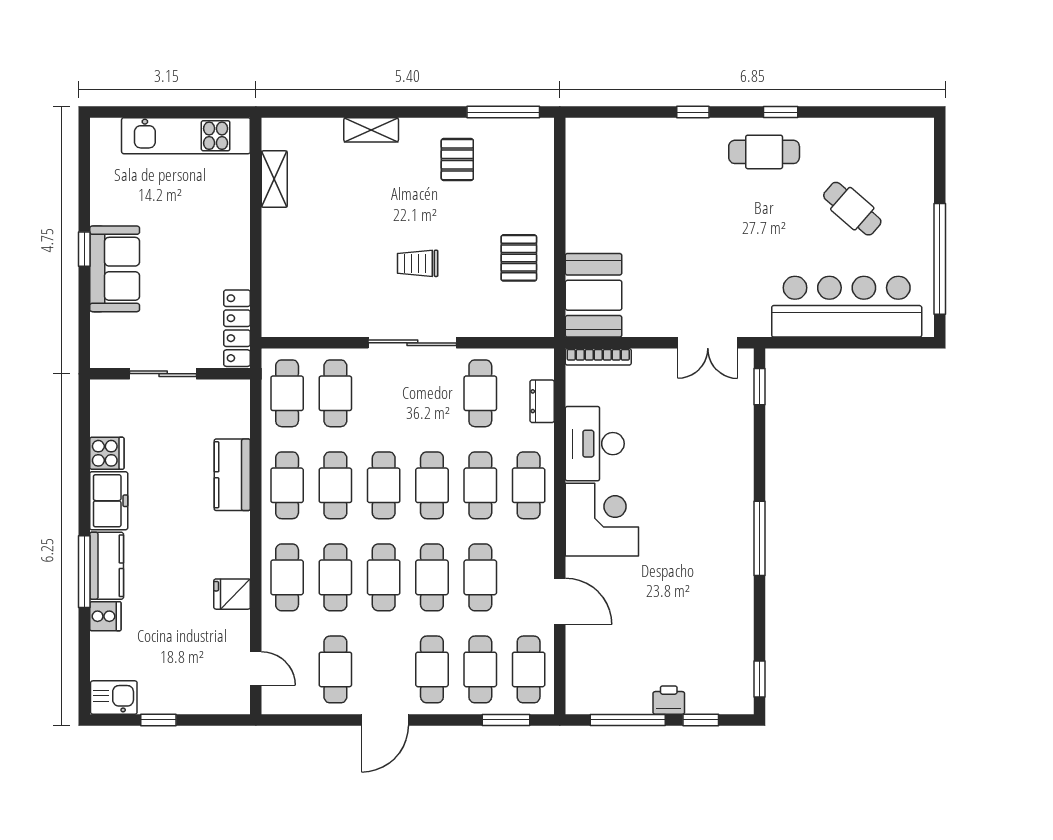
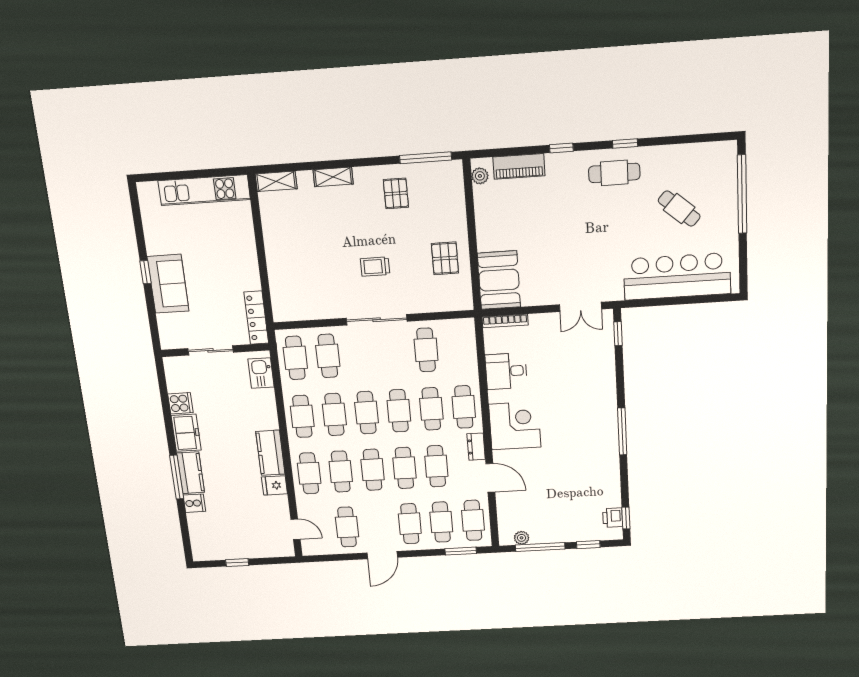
piano: (632, 133) -> (519, 166), added
plant: (577, 143) -> (480, 176), added
shelving: (274, 179) -> (276, 181), moved, turned 90
window: (940, 259) -> (742, 194), moved
dresser: (542, 401) -> (476, 447), moved
desk: (595, 444) -> (506, 371), width x0.73
kitchen counter: (232, 475) -> (270, 453), moved
kitchen sink: (114, 698) -> (261, 373), moved, turned -90
printer: (669, 700) -> (613, 518), moved, turned -90
plant: (600, 703) -> (522, 538), added

